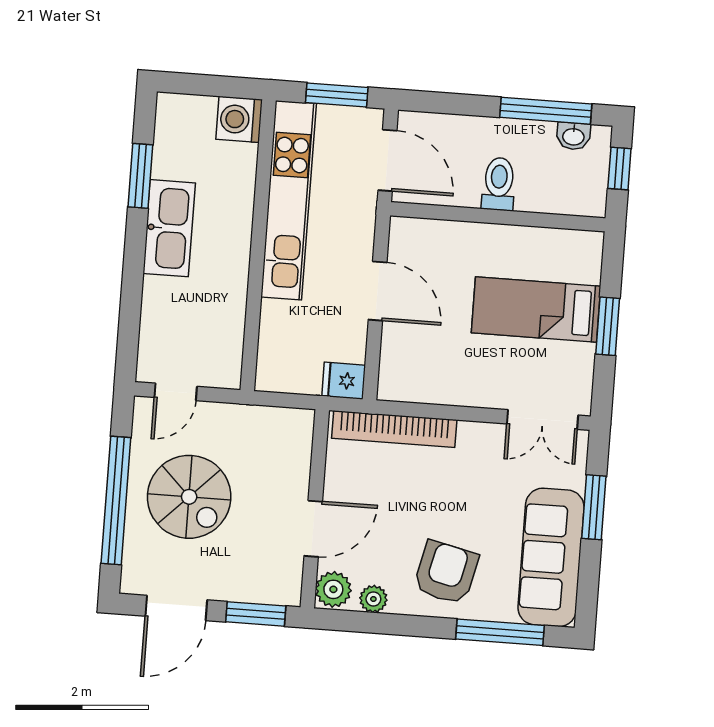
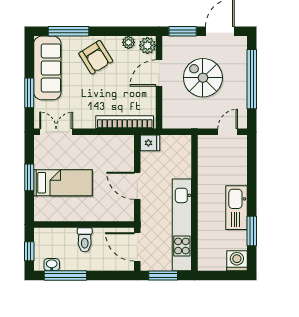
washing machine: (239, 119) -> (237, 261), moved, turned -90
spiral stairs: (189, 497) -> (203, 78), moved
armchair: (446, 573) -> (96, 57), turned -45

